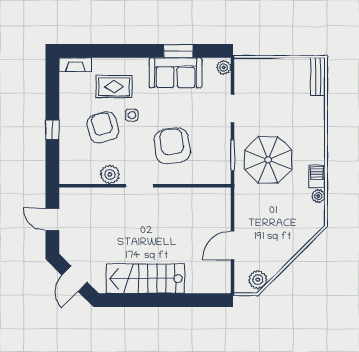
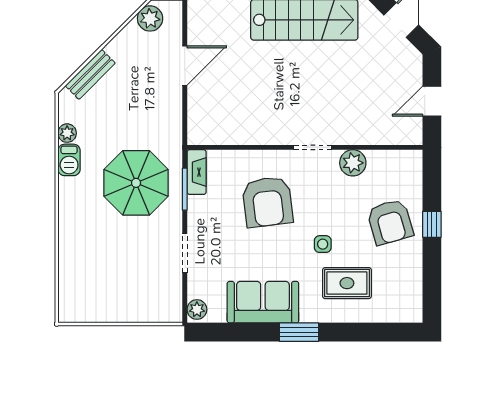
window: (178, 51) -> (299, 332), moved
fireplace: (75, 65) -> (197, 172), moved, turned 90
bench: (318, 77) -> (90, 74), moved, turned 45
armchair: (103, 127) -> (390, 222), moved
door: (52, 219) -> (432, 101), swing flipped

